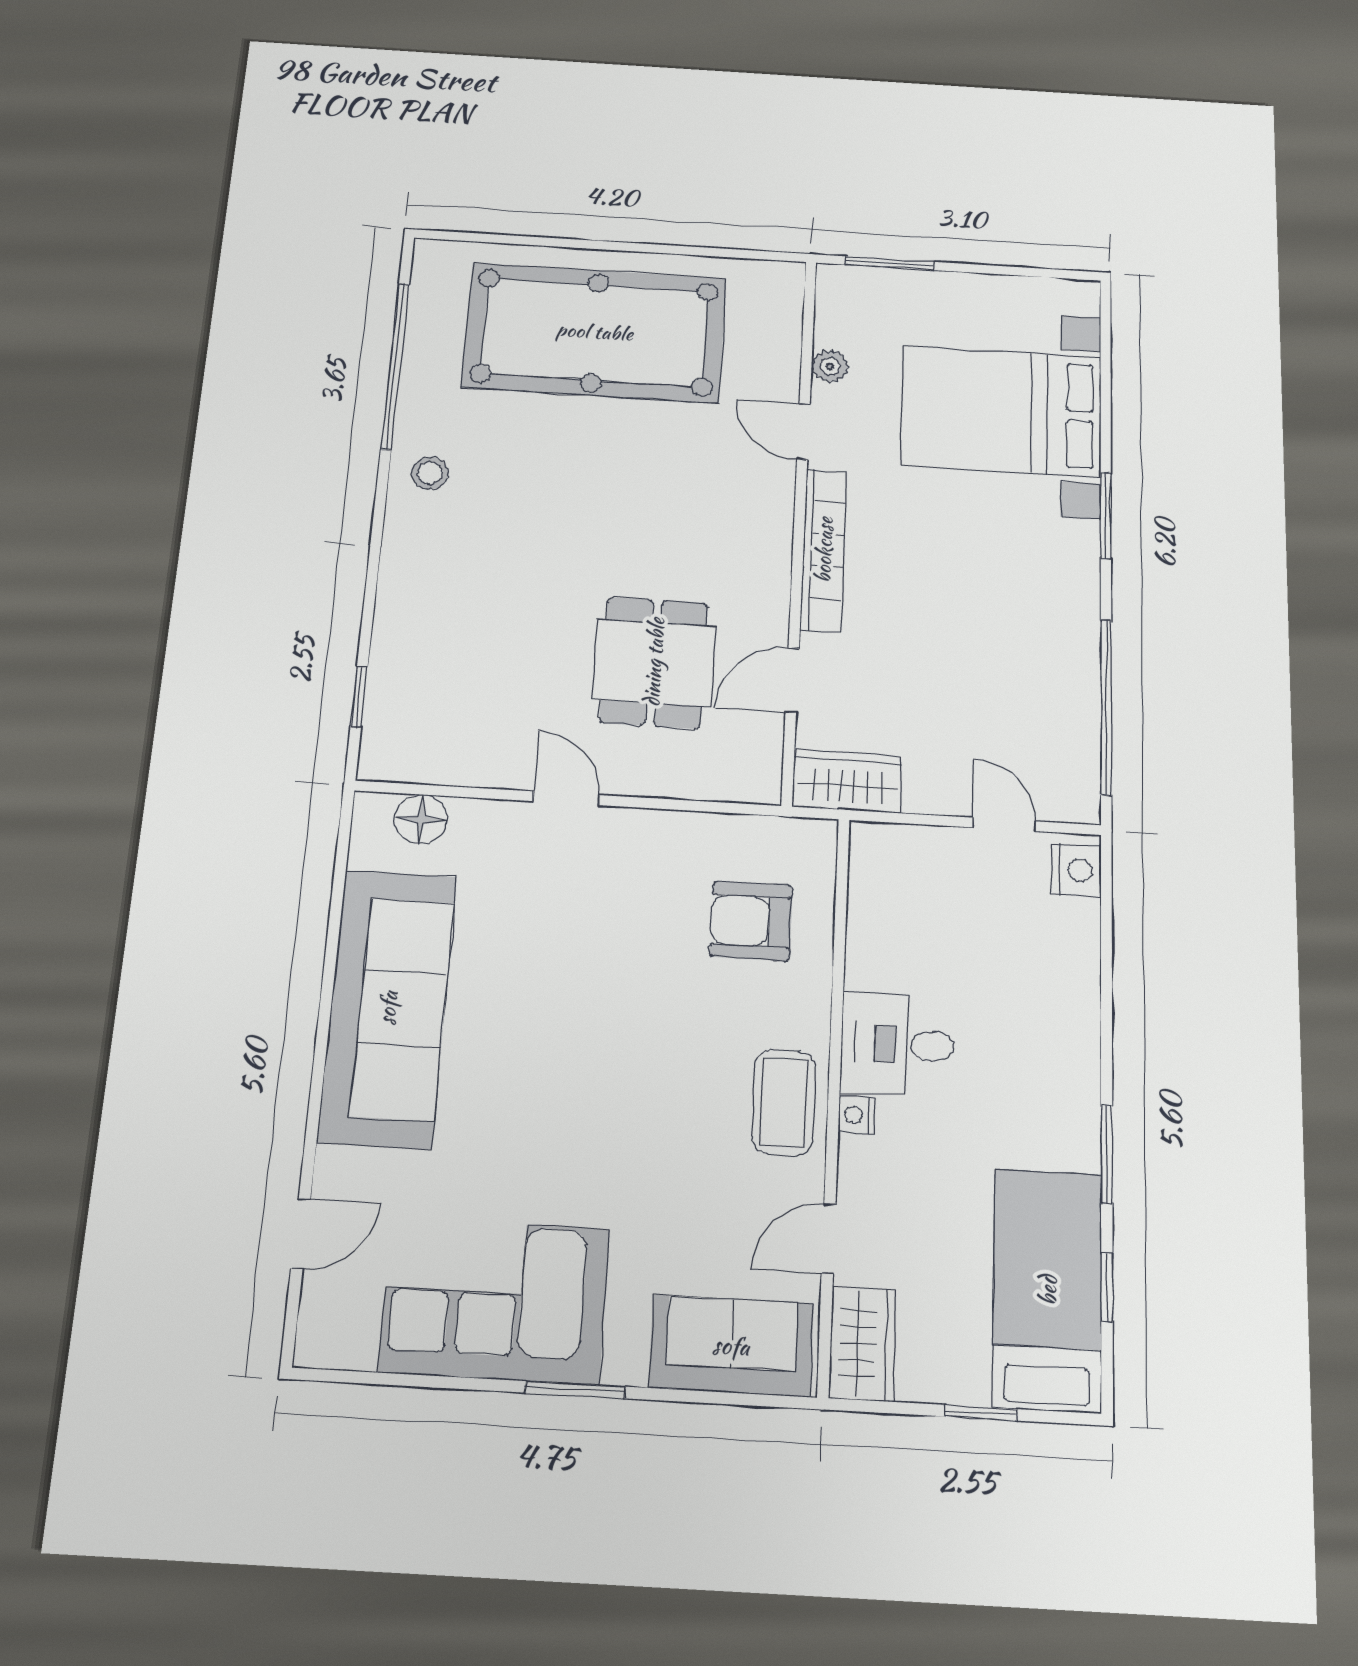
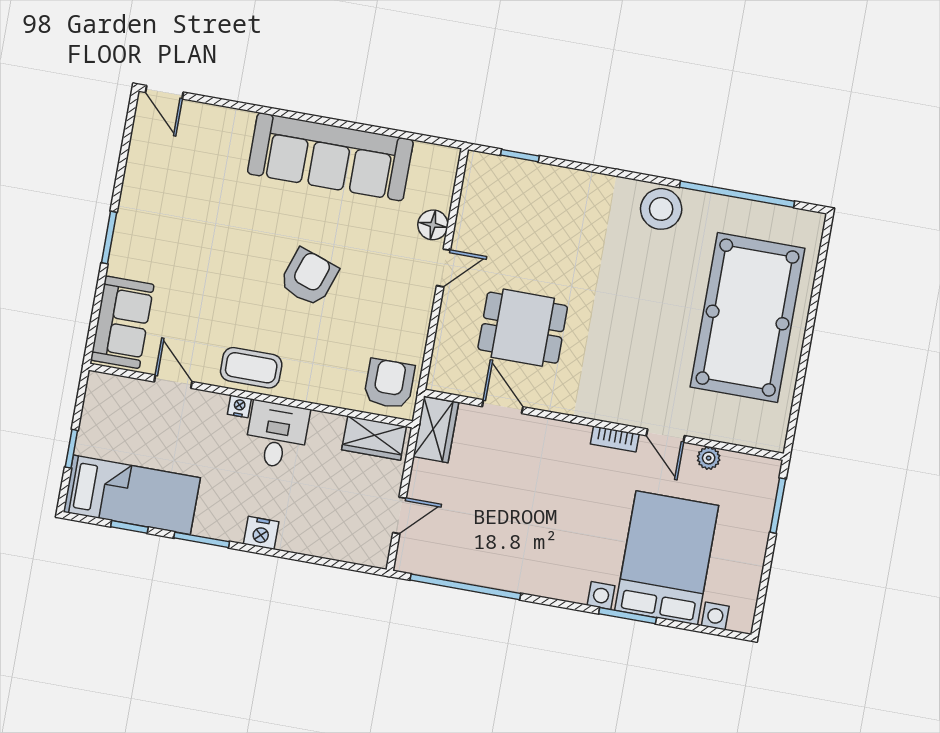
door: (803, 432) -> (665, 436), swing flipped
stool: (430, 473) -> (661, 209), width x1.89, depth x1.89
window: (1106, 516) -> (628, 616), moved
bookcase: (824, 550) -> (615, 439), width x0.43, depth x0.76
floor lamp: (421, 819) -> (433, 225), moved
nightstand: (1076, 870) -> (261, 533), moved
armchair: (751, 921) -> (389, 384), moved
armchair: (608, 1020) -> (309, 277), added
door: (301, 1234) -> (164, 92), moved
corner sofa: (495, 1300) -> (161, 200), removed
wardrobe: (863, 1344) -> (374, 438), moved

